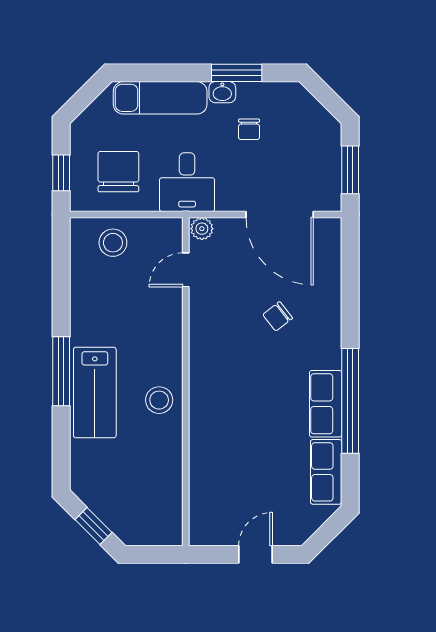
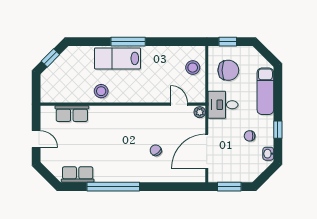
window: (237, 73) -> (278, 130), width x0.67
washbasin: (222, 92) -> (268, 154), moved
stool: (159, 400) -> (101, 91), moved
row of seats: (326, 404) -> (72, 114), moved, turned 180

